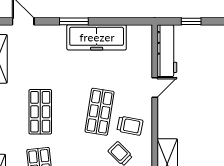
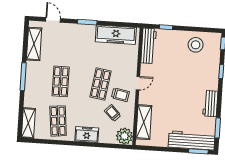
freezer: (97, 37) -> (116, 35), moved
door: (155, 87) -> (138, 83), moved

